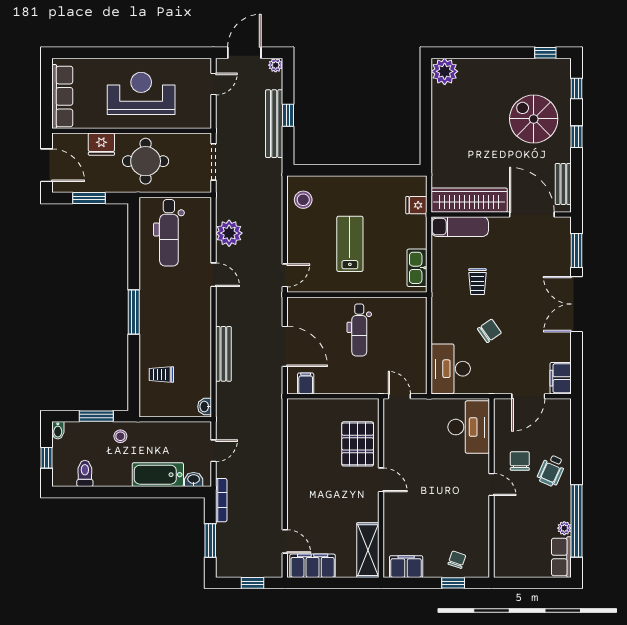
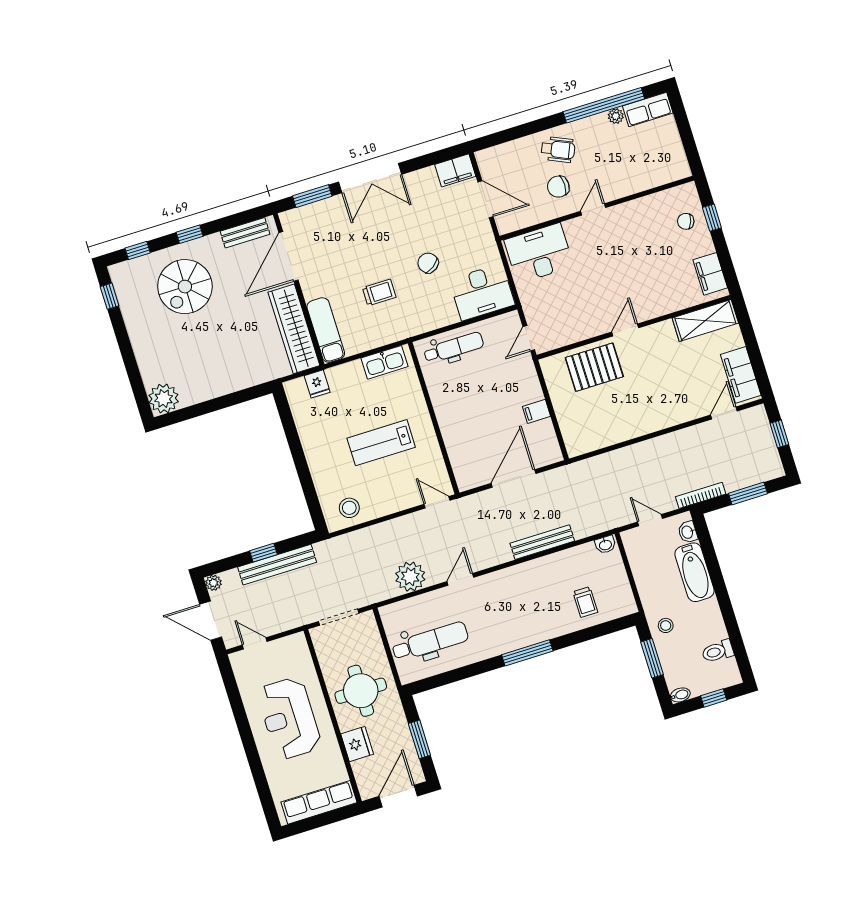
dental chair: (359, 330) -> (454, 348), moved
filing cabinet: (306, 383) -> (536, 411), moved

